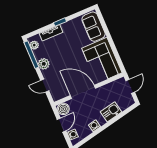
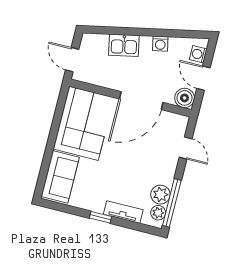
plant: (44, 64) -> (160, 195), moved
door: (130, 86) -> (72, 60), hinge flipped
door: (83, 92) -> (141, 101), hinge flipped
door: (62, 125) -> (203, 78), hinge flipped

